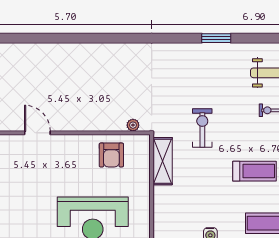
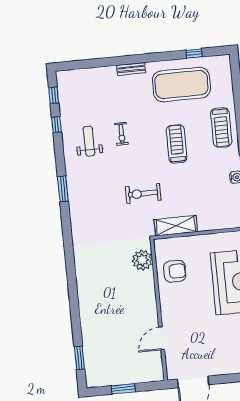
window: (25, 38) -> (79, 358), added
plant: (133, 125) -> (142, 260), width x1.88, depth x1.88

